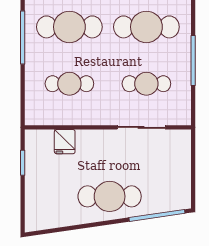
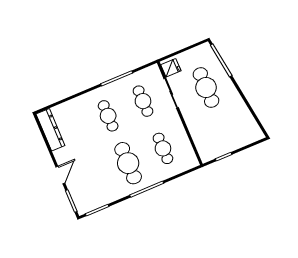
cafe table: (146, 27) -> (108, 116), width x0.73, depth x0.74
fridge: (65, 142) -> (171, 68), moved
cafe table: (110, 196) -> (206, 87), moved

